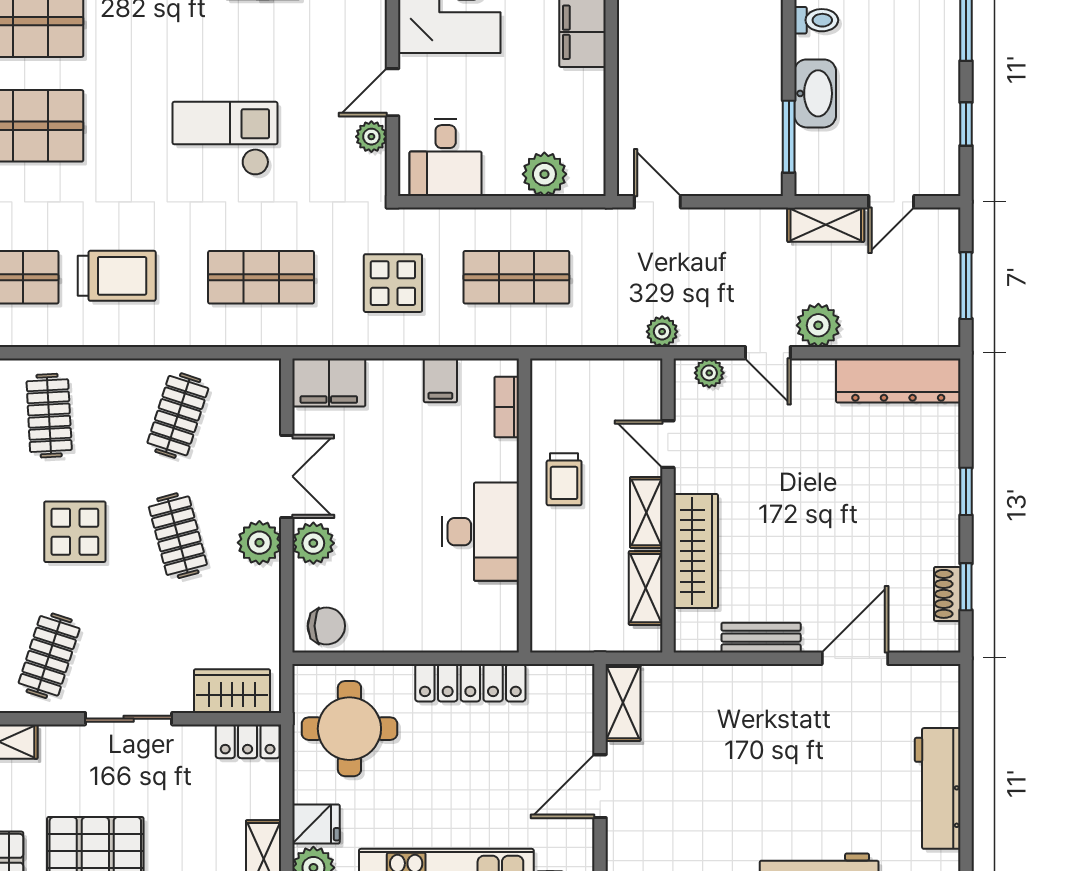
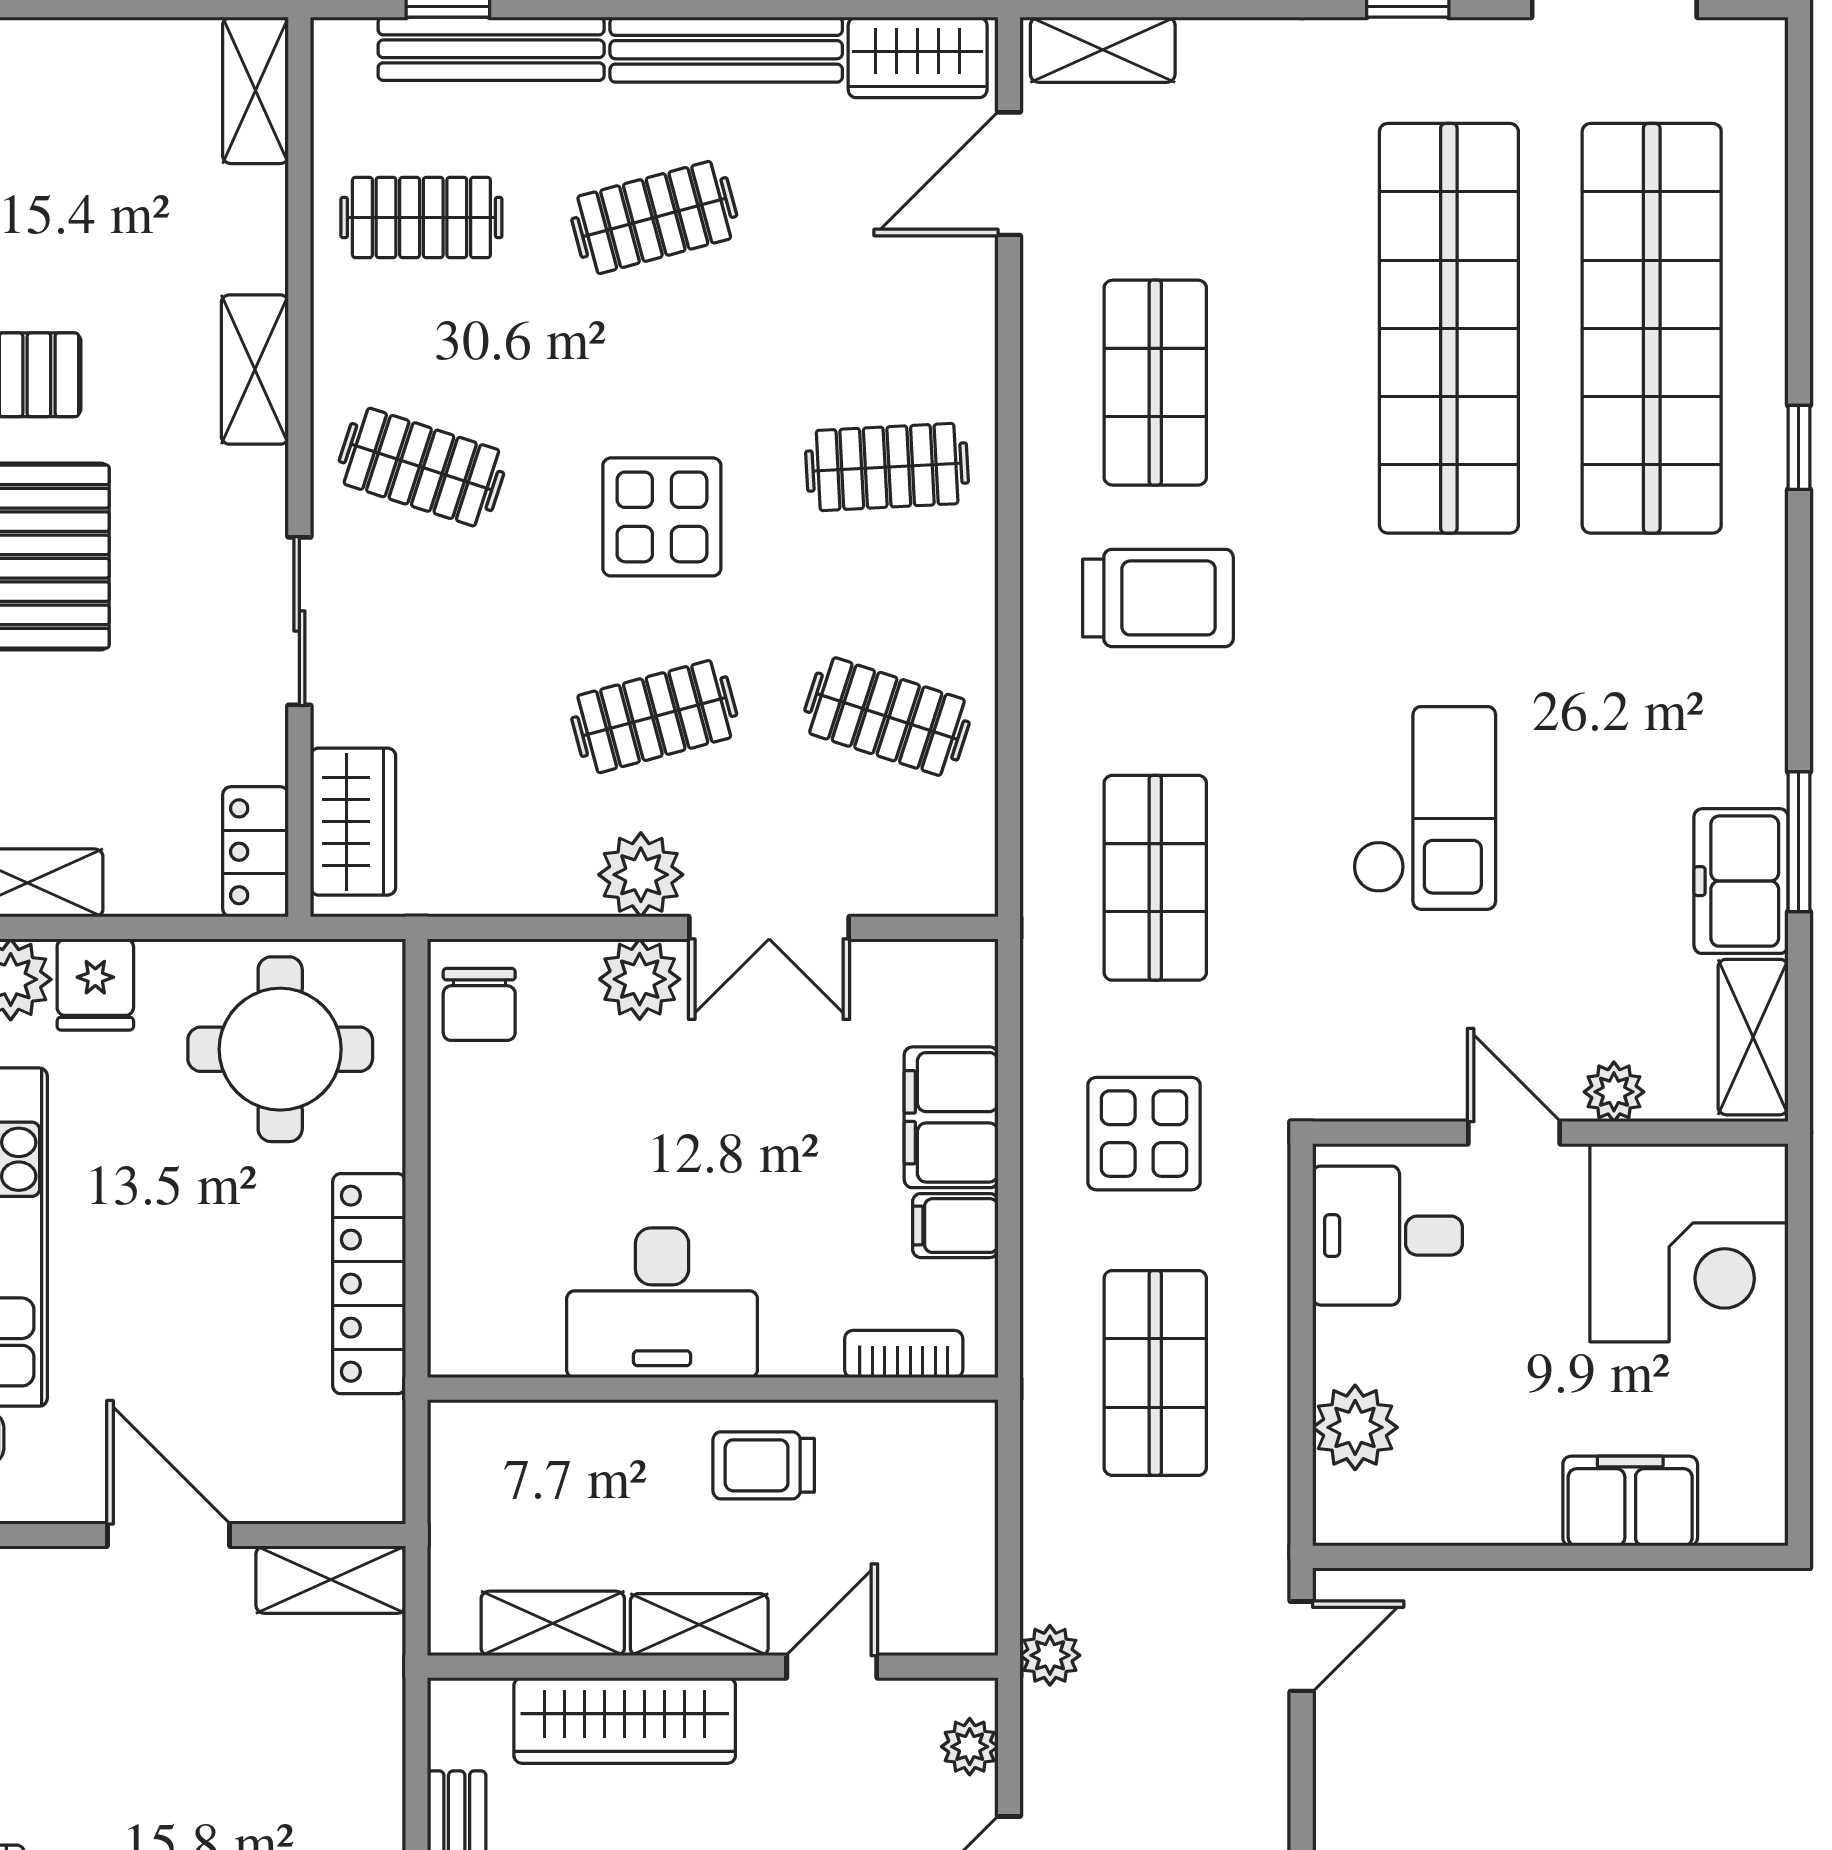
plant: (371, 137) -> (1614, 1092), moved
trolley: (117, 276) -> (1158, 598), turned -90
filing cabinet: (329, 383) -> (951, 1117), moved

